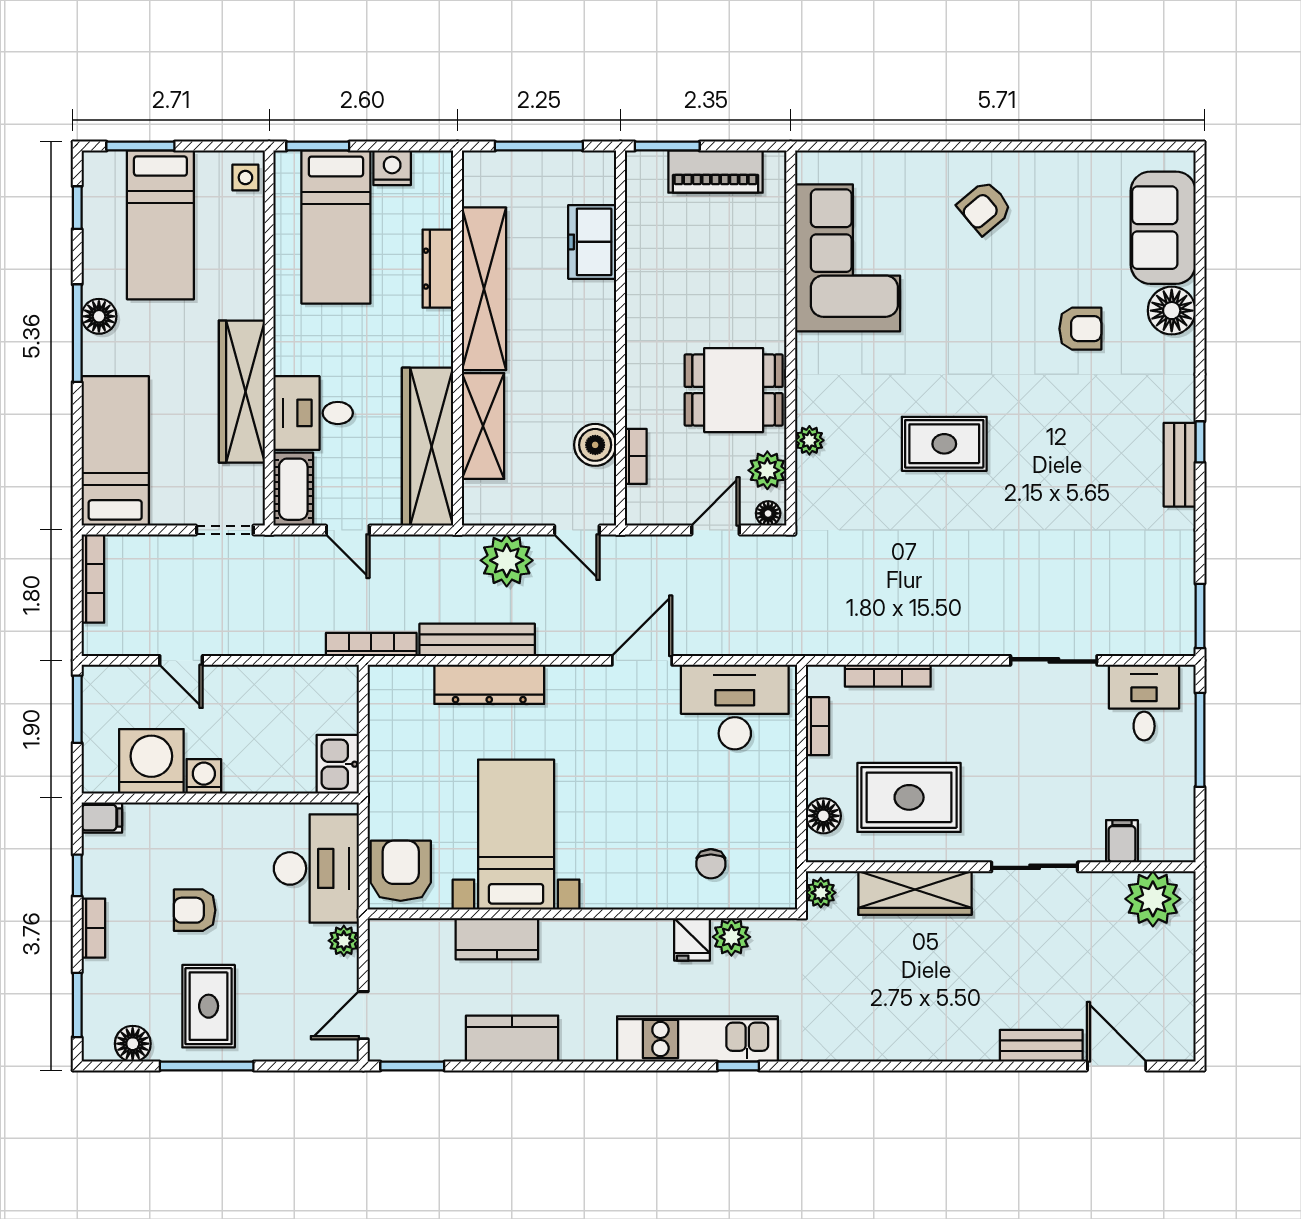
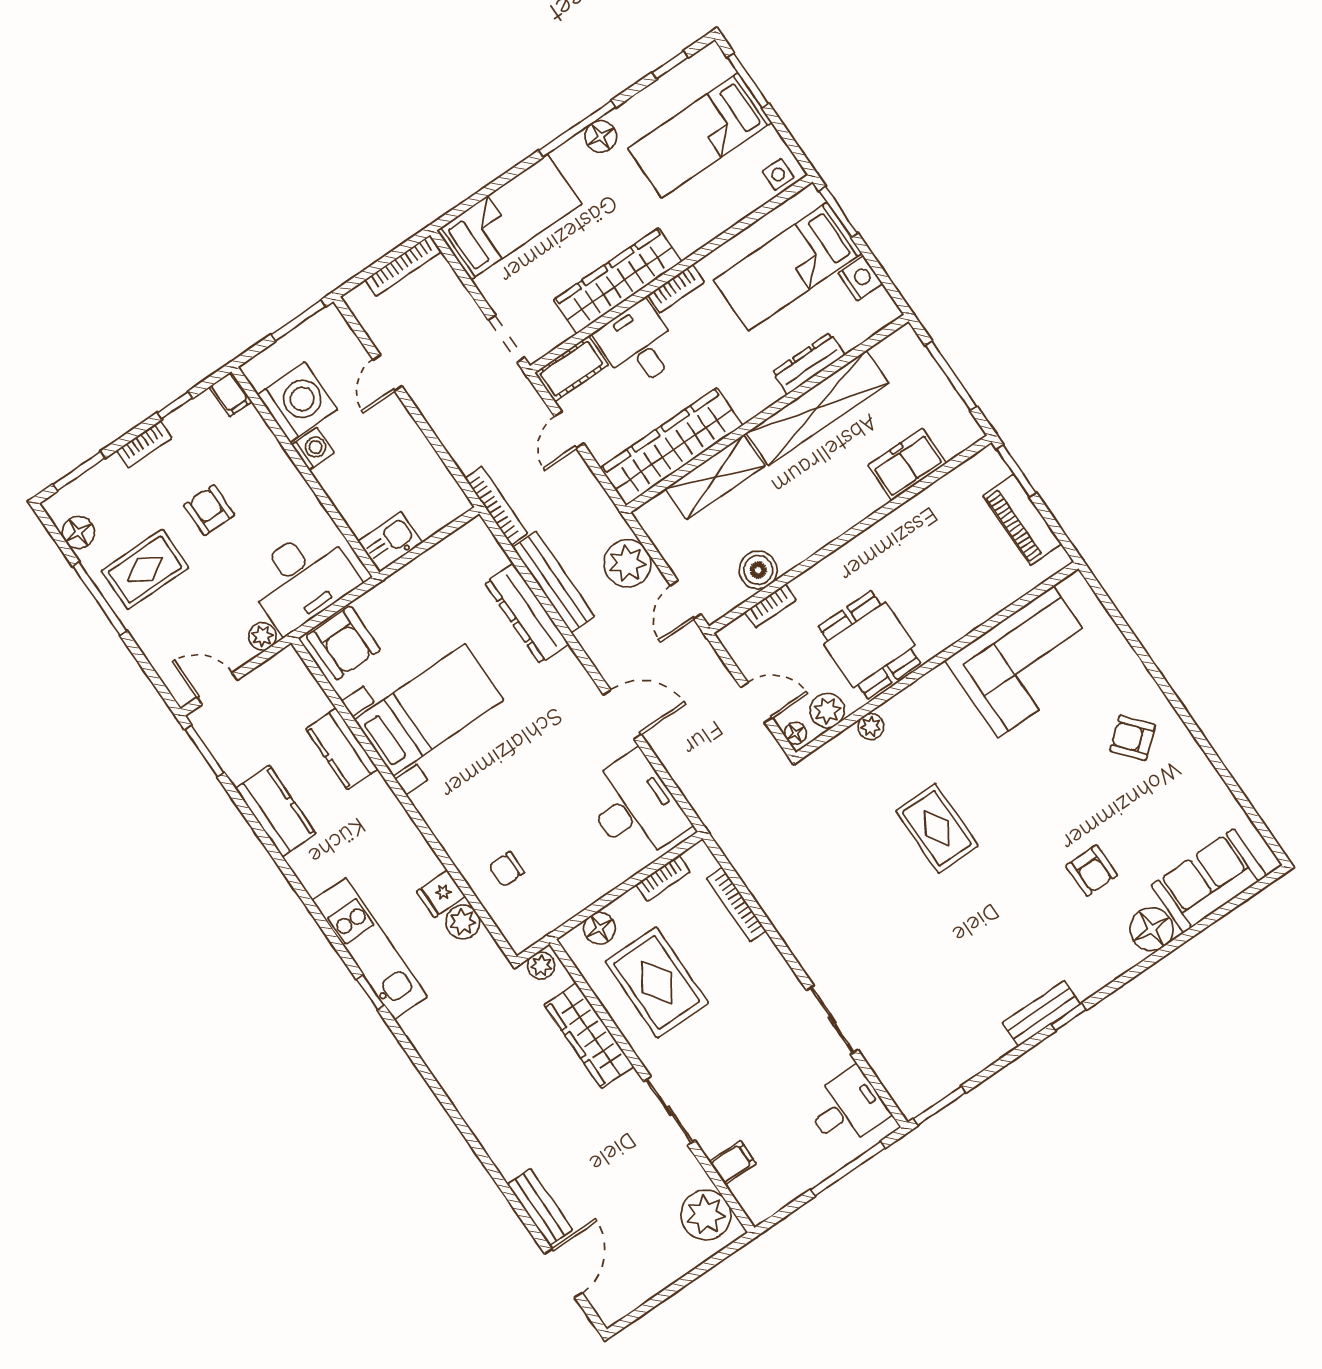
bookcase: (286, 343) -> (676, 289), added
armchair: (401, 871) -> (343, 643), turned 90

